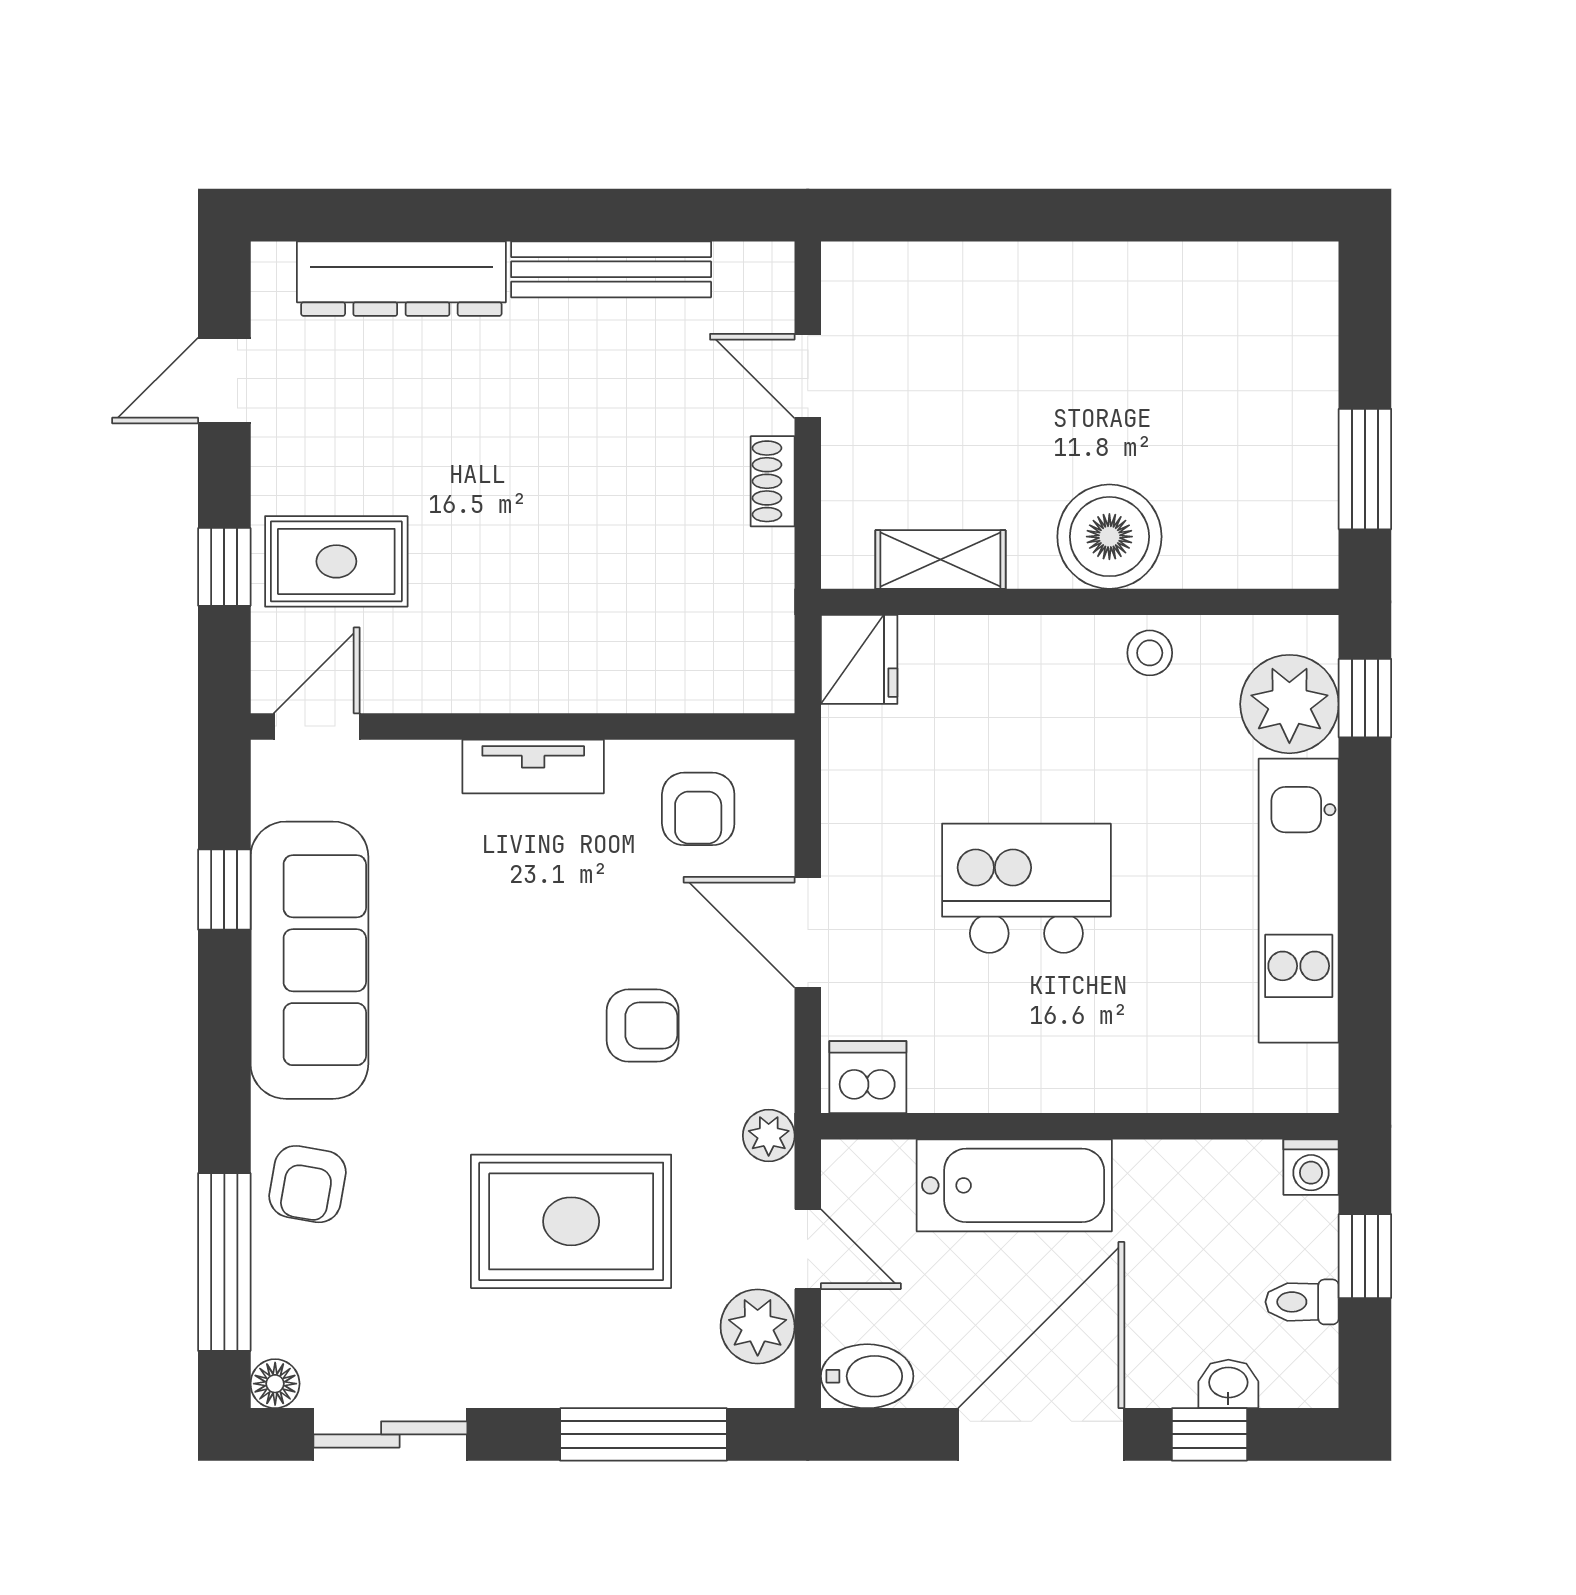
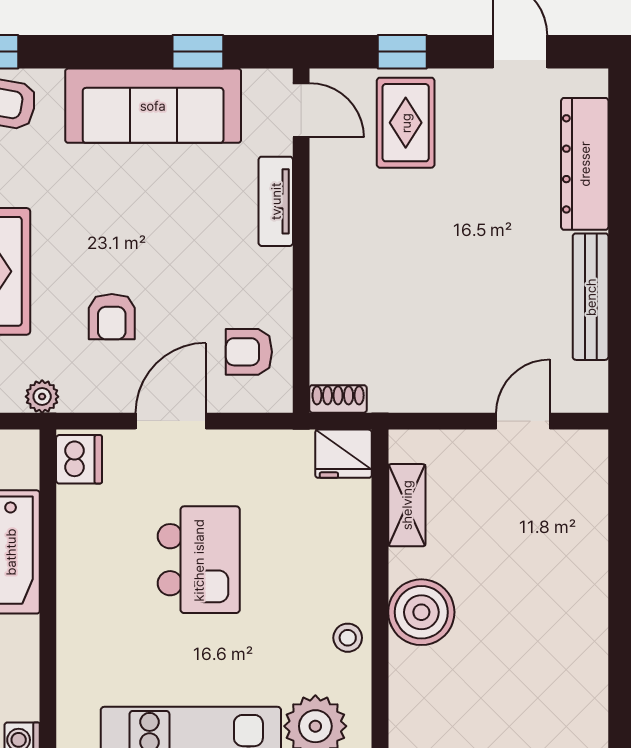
shoe rack: (773, 481) -> (338, 399), moved
tv unit: (533, 767) -> (276, 201), moved

